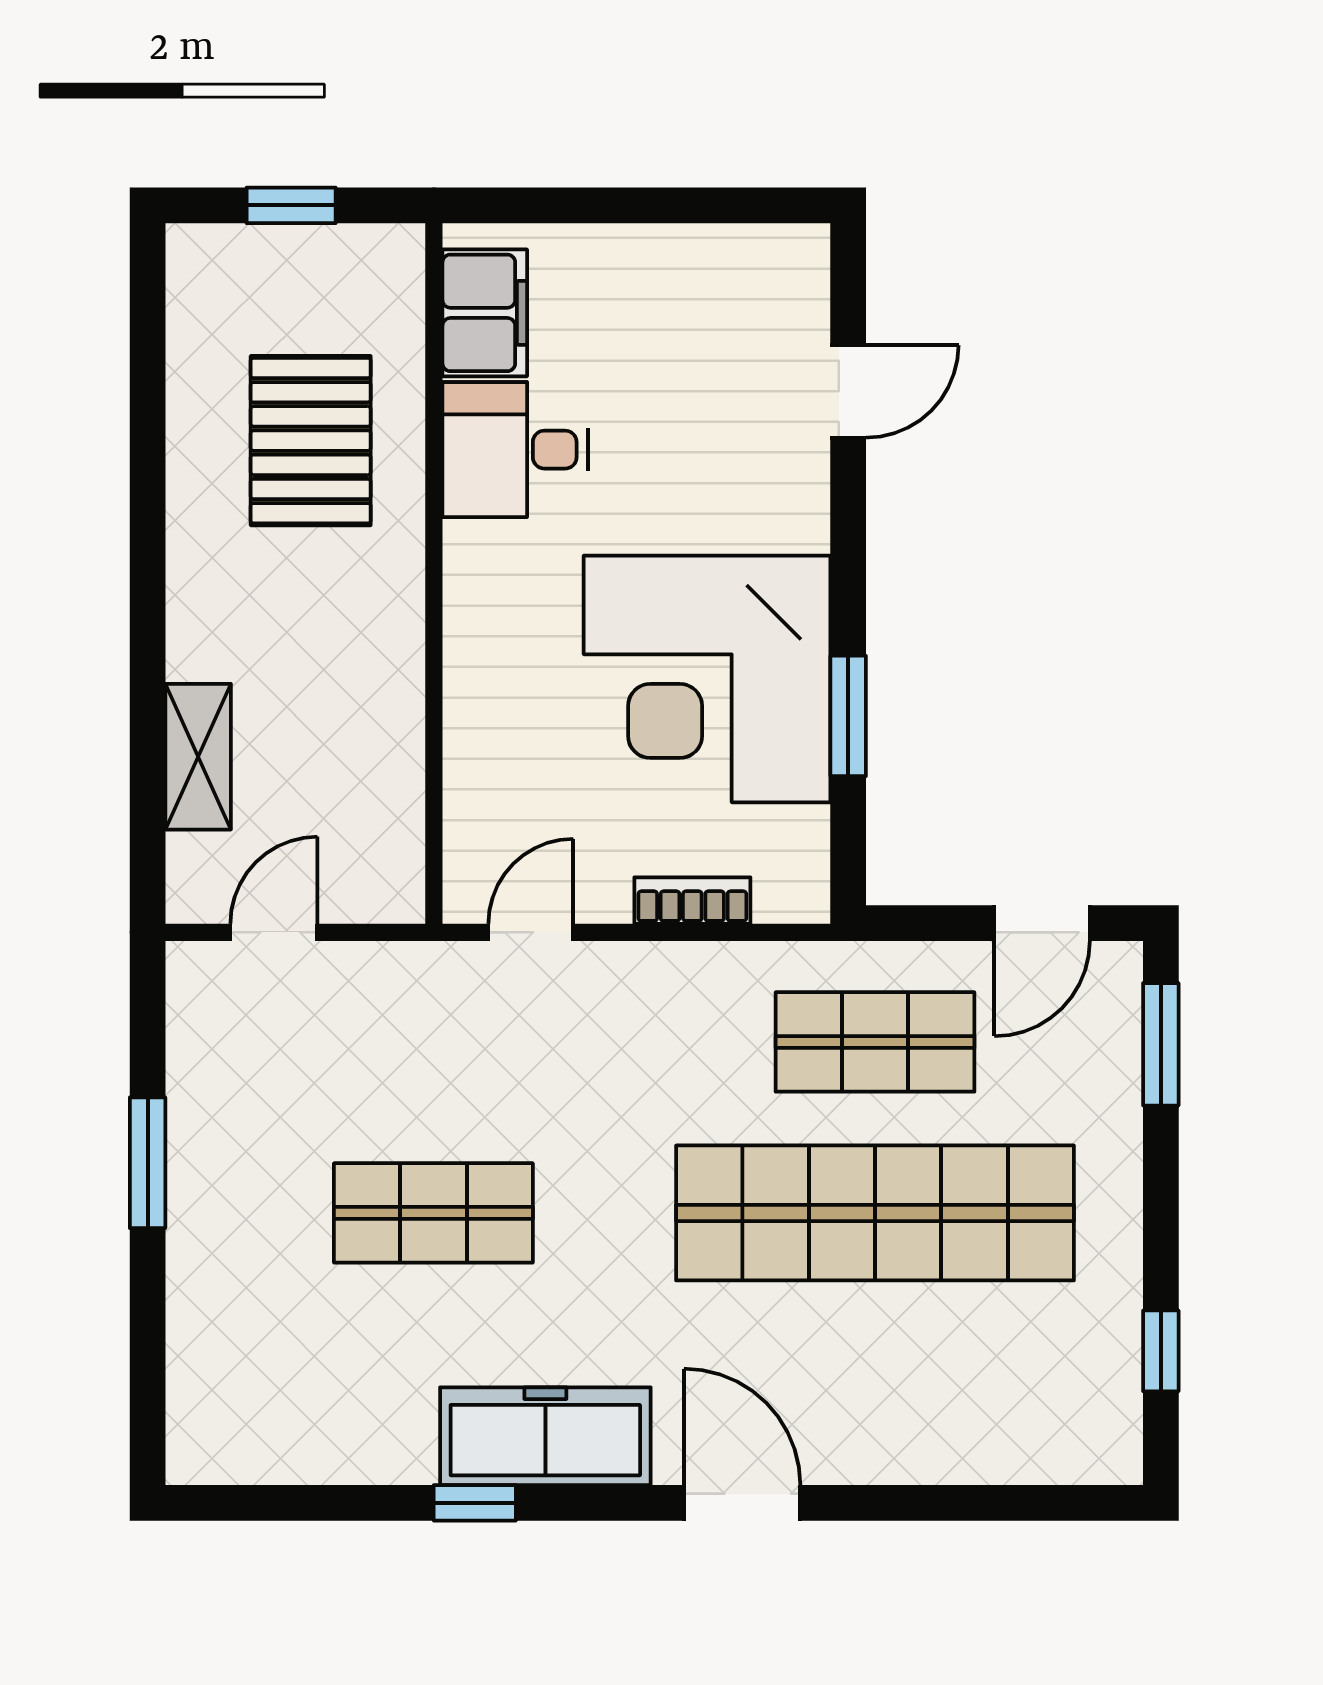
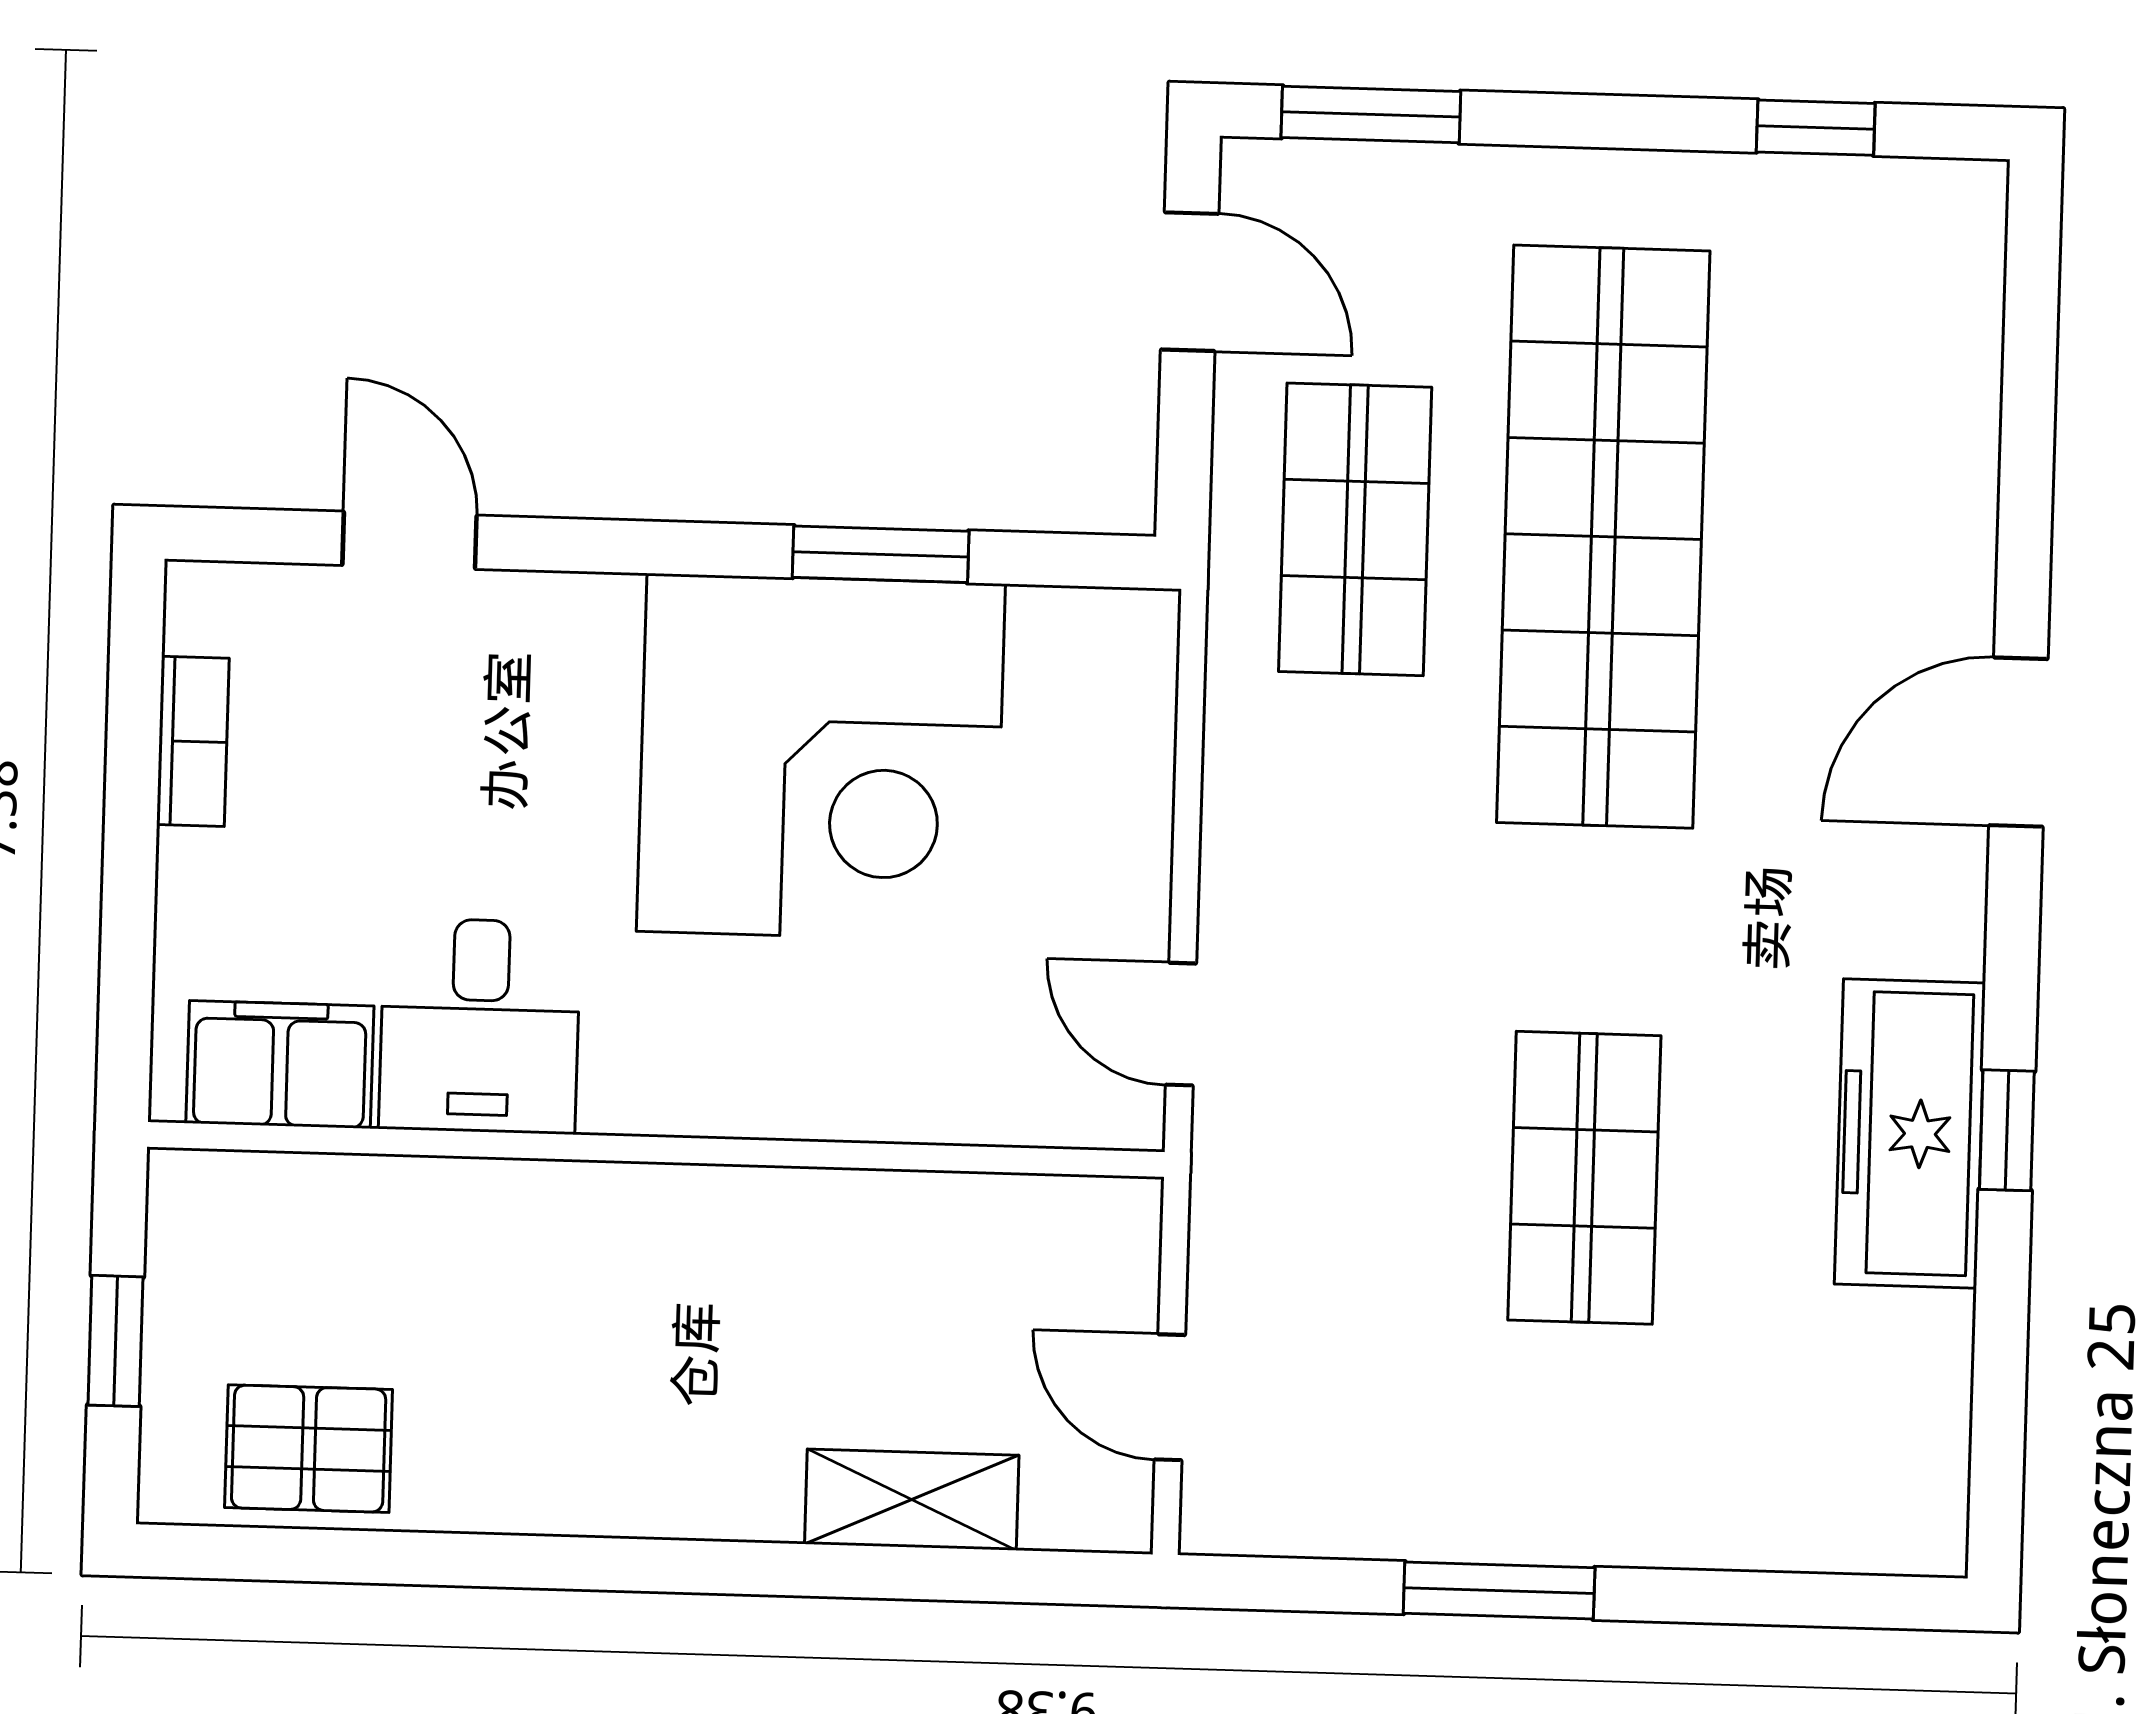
pallet: (311, 441) -> (309, 1449), moved, width x0.67, depth x0.71
bookcase: (692, 901) -> (193, 741), moved, turned 180
freezer: (545, 1436) -> (1910, 1134), moved

